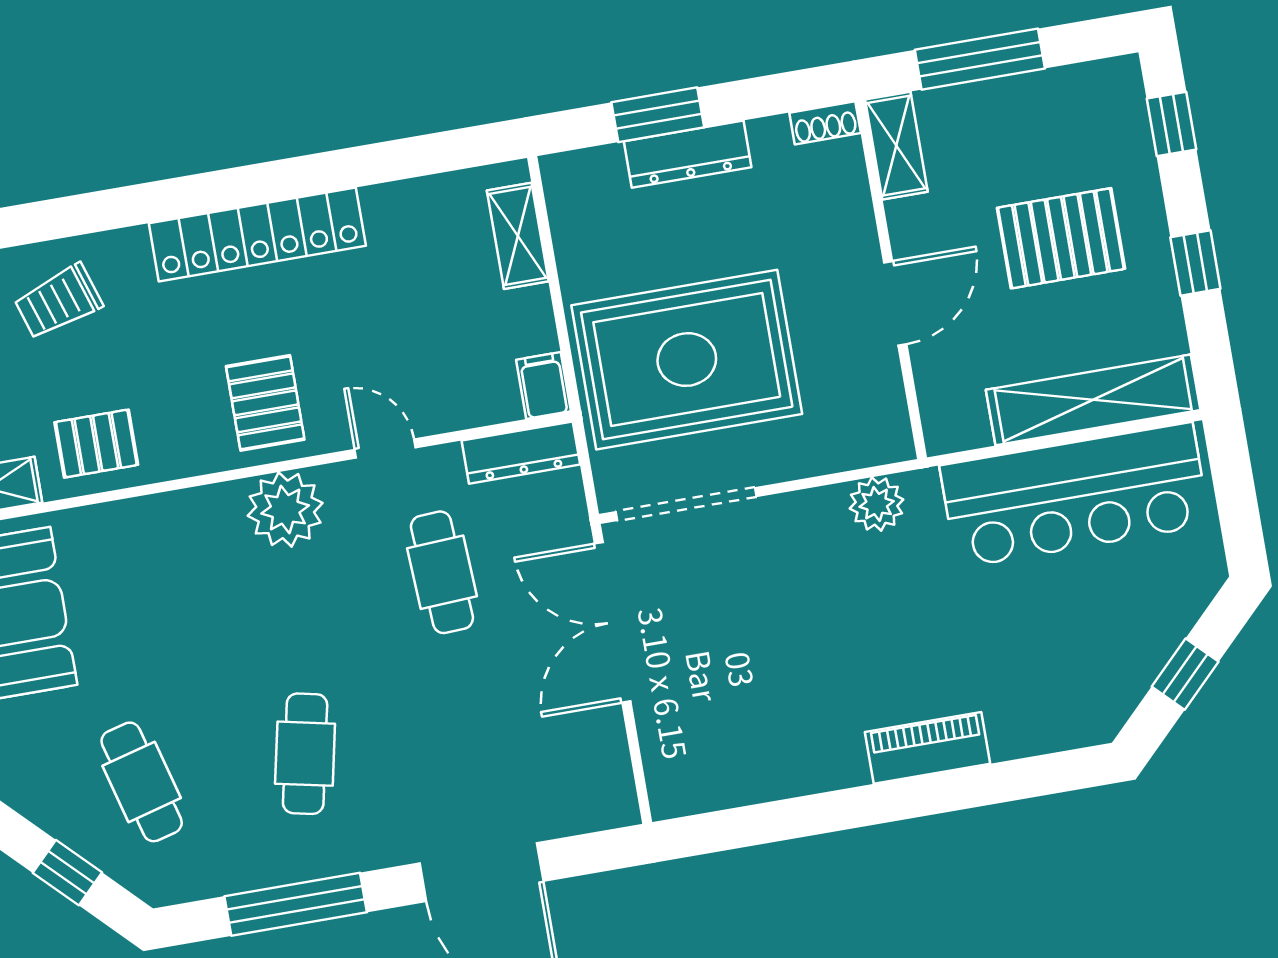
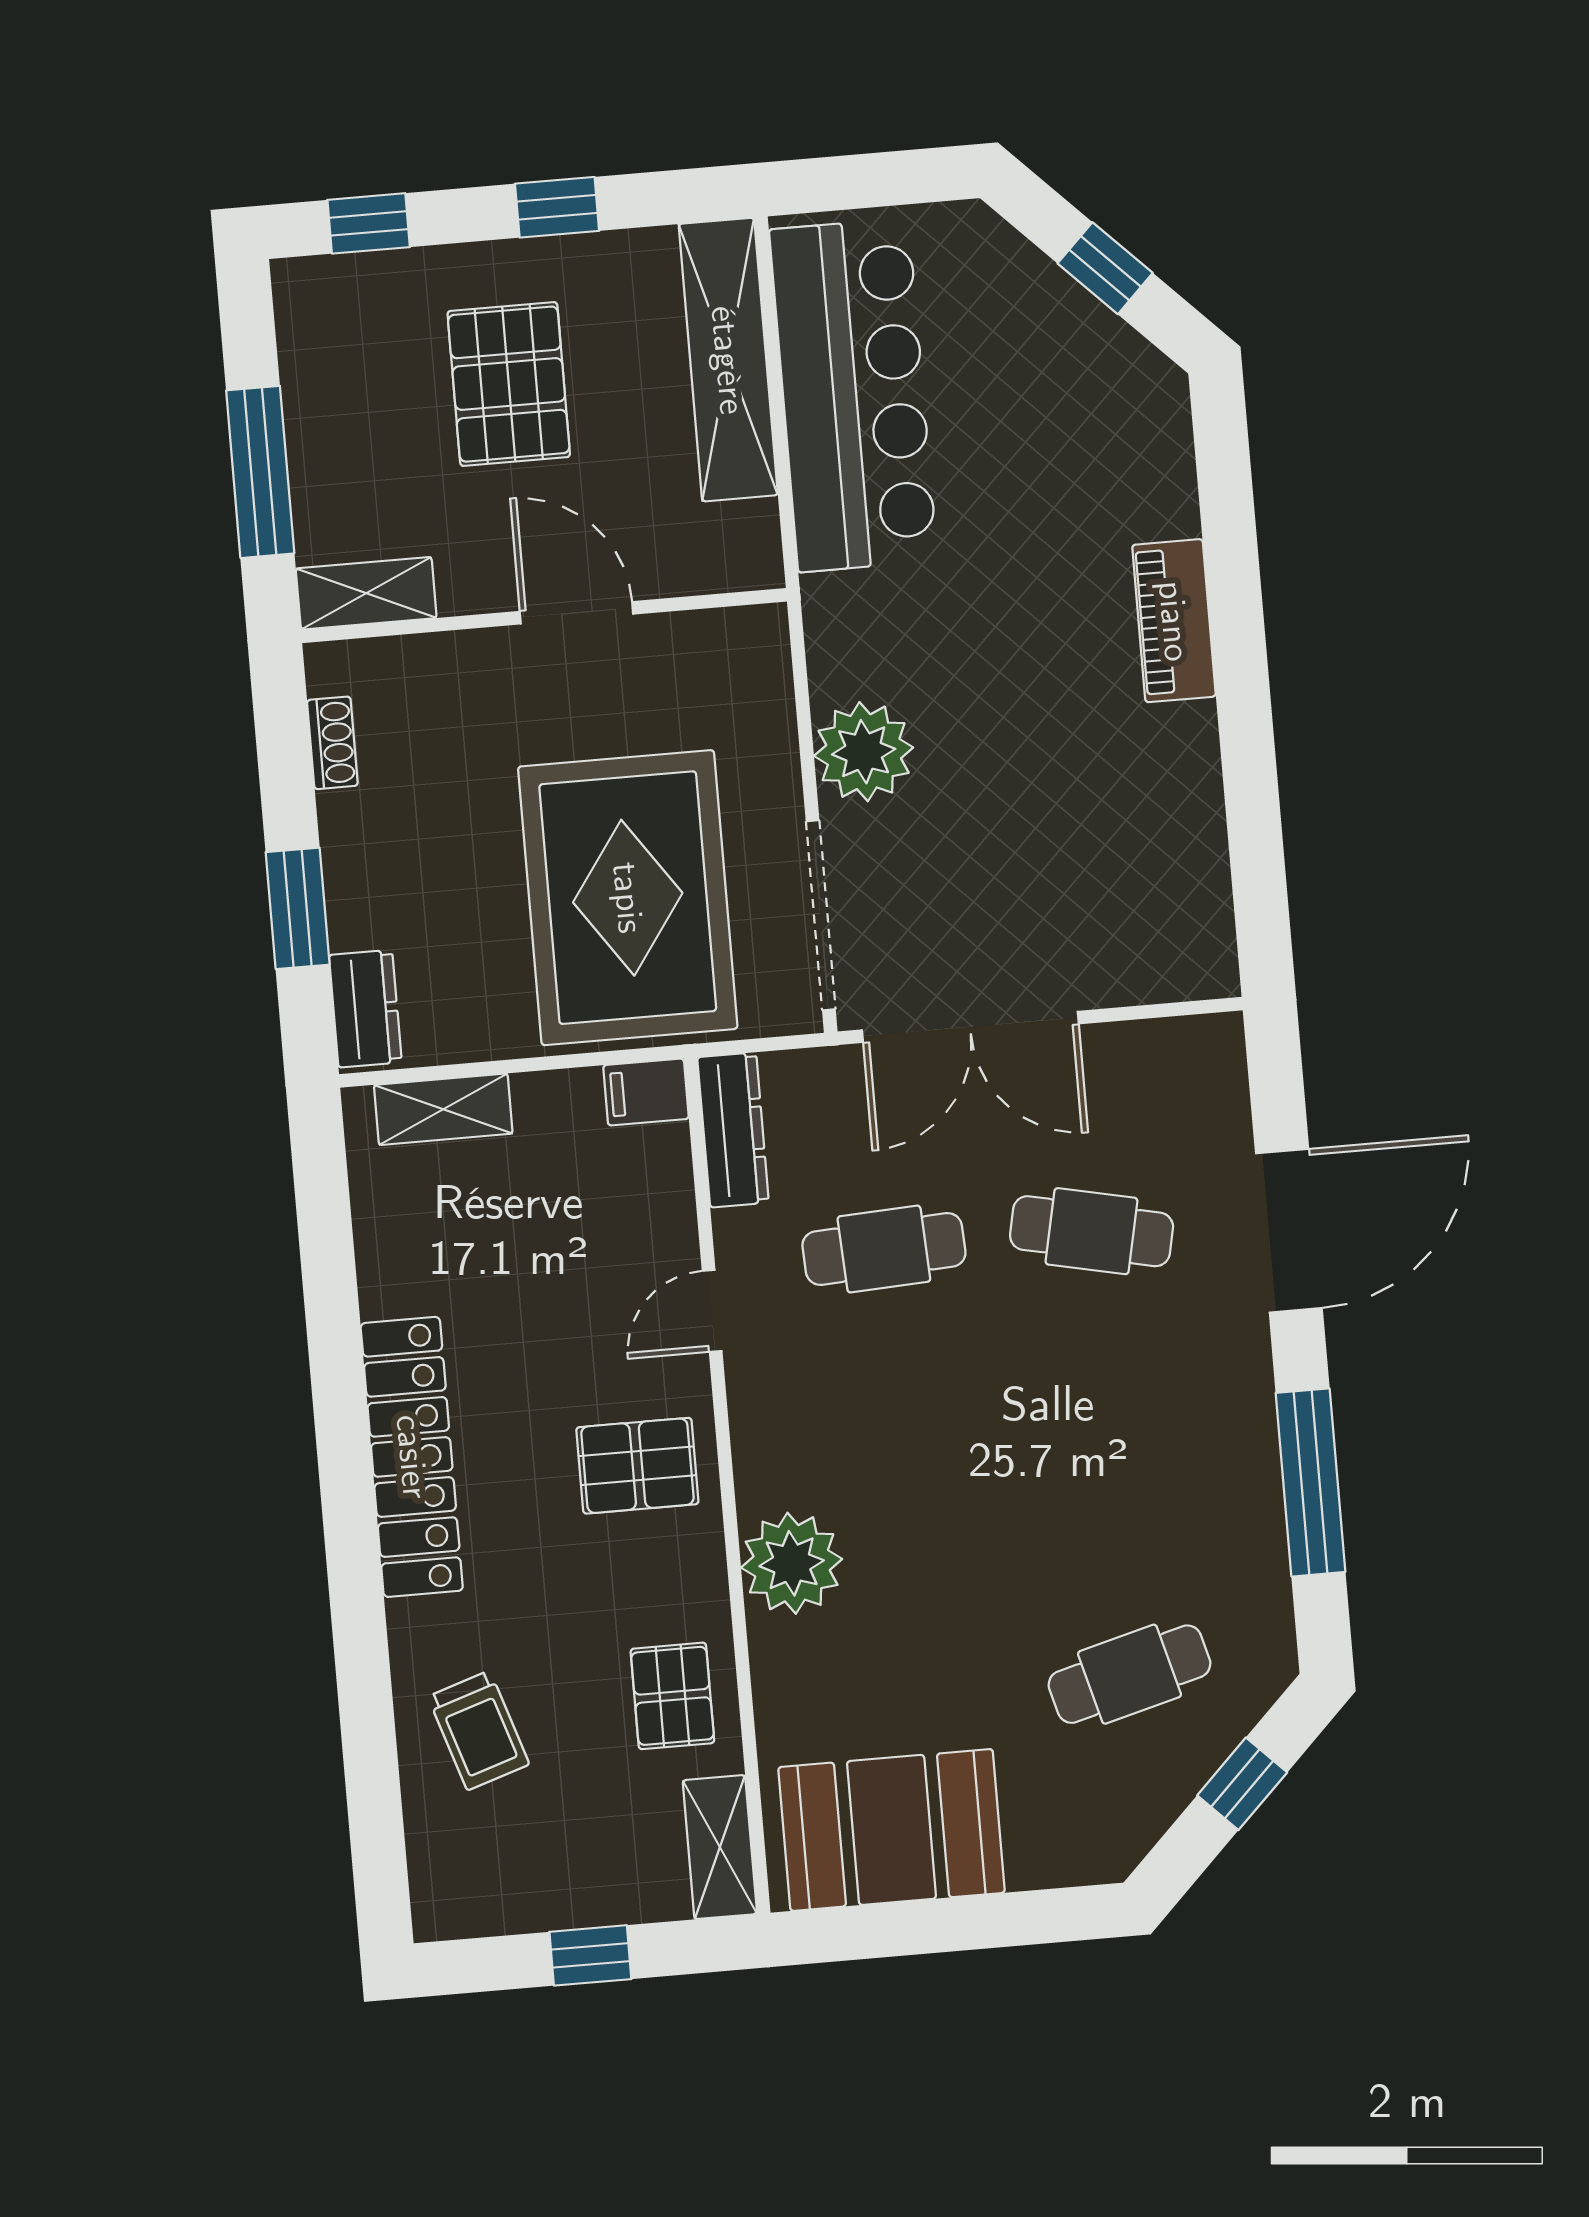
shoe rack: (825, 123) -> (332, 743), moved
dresser: (688, 154) -> (365, 1009), moved, width x0.70
plant: (877, 504) -> (864, 752), moved, width x1.36, depth x1.36
plant: (285, 509) -> (792, 1563), moved
cafe table: (305, 754) -> (1092, 1231), moved

